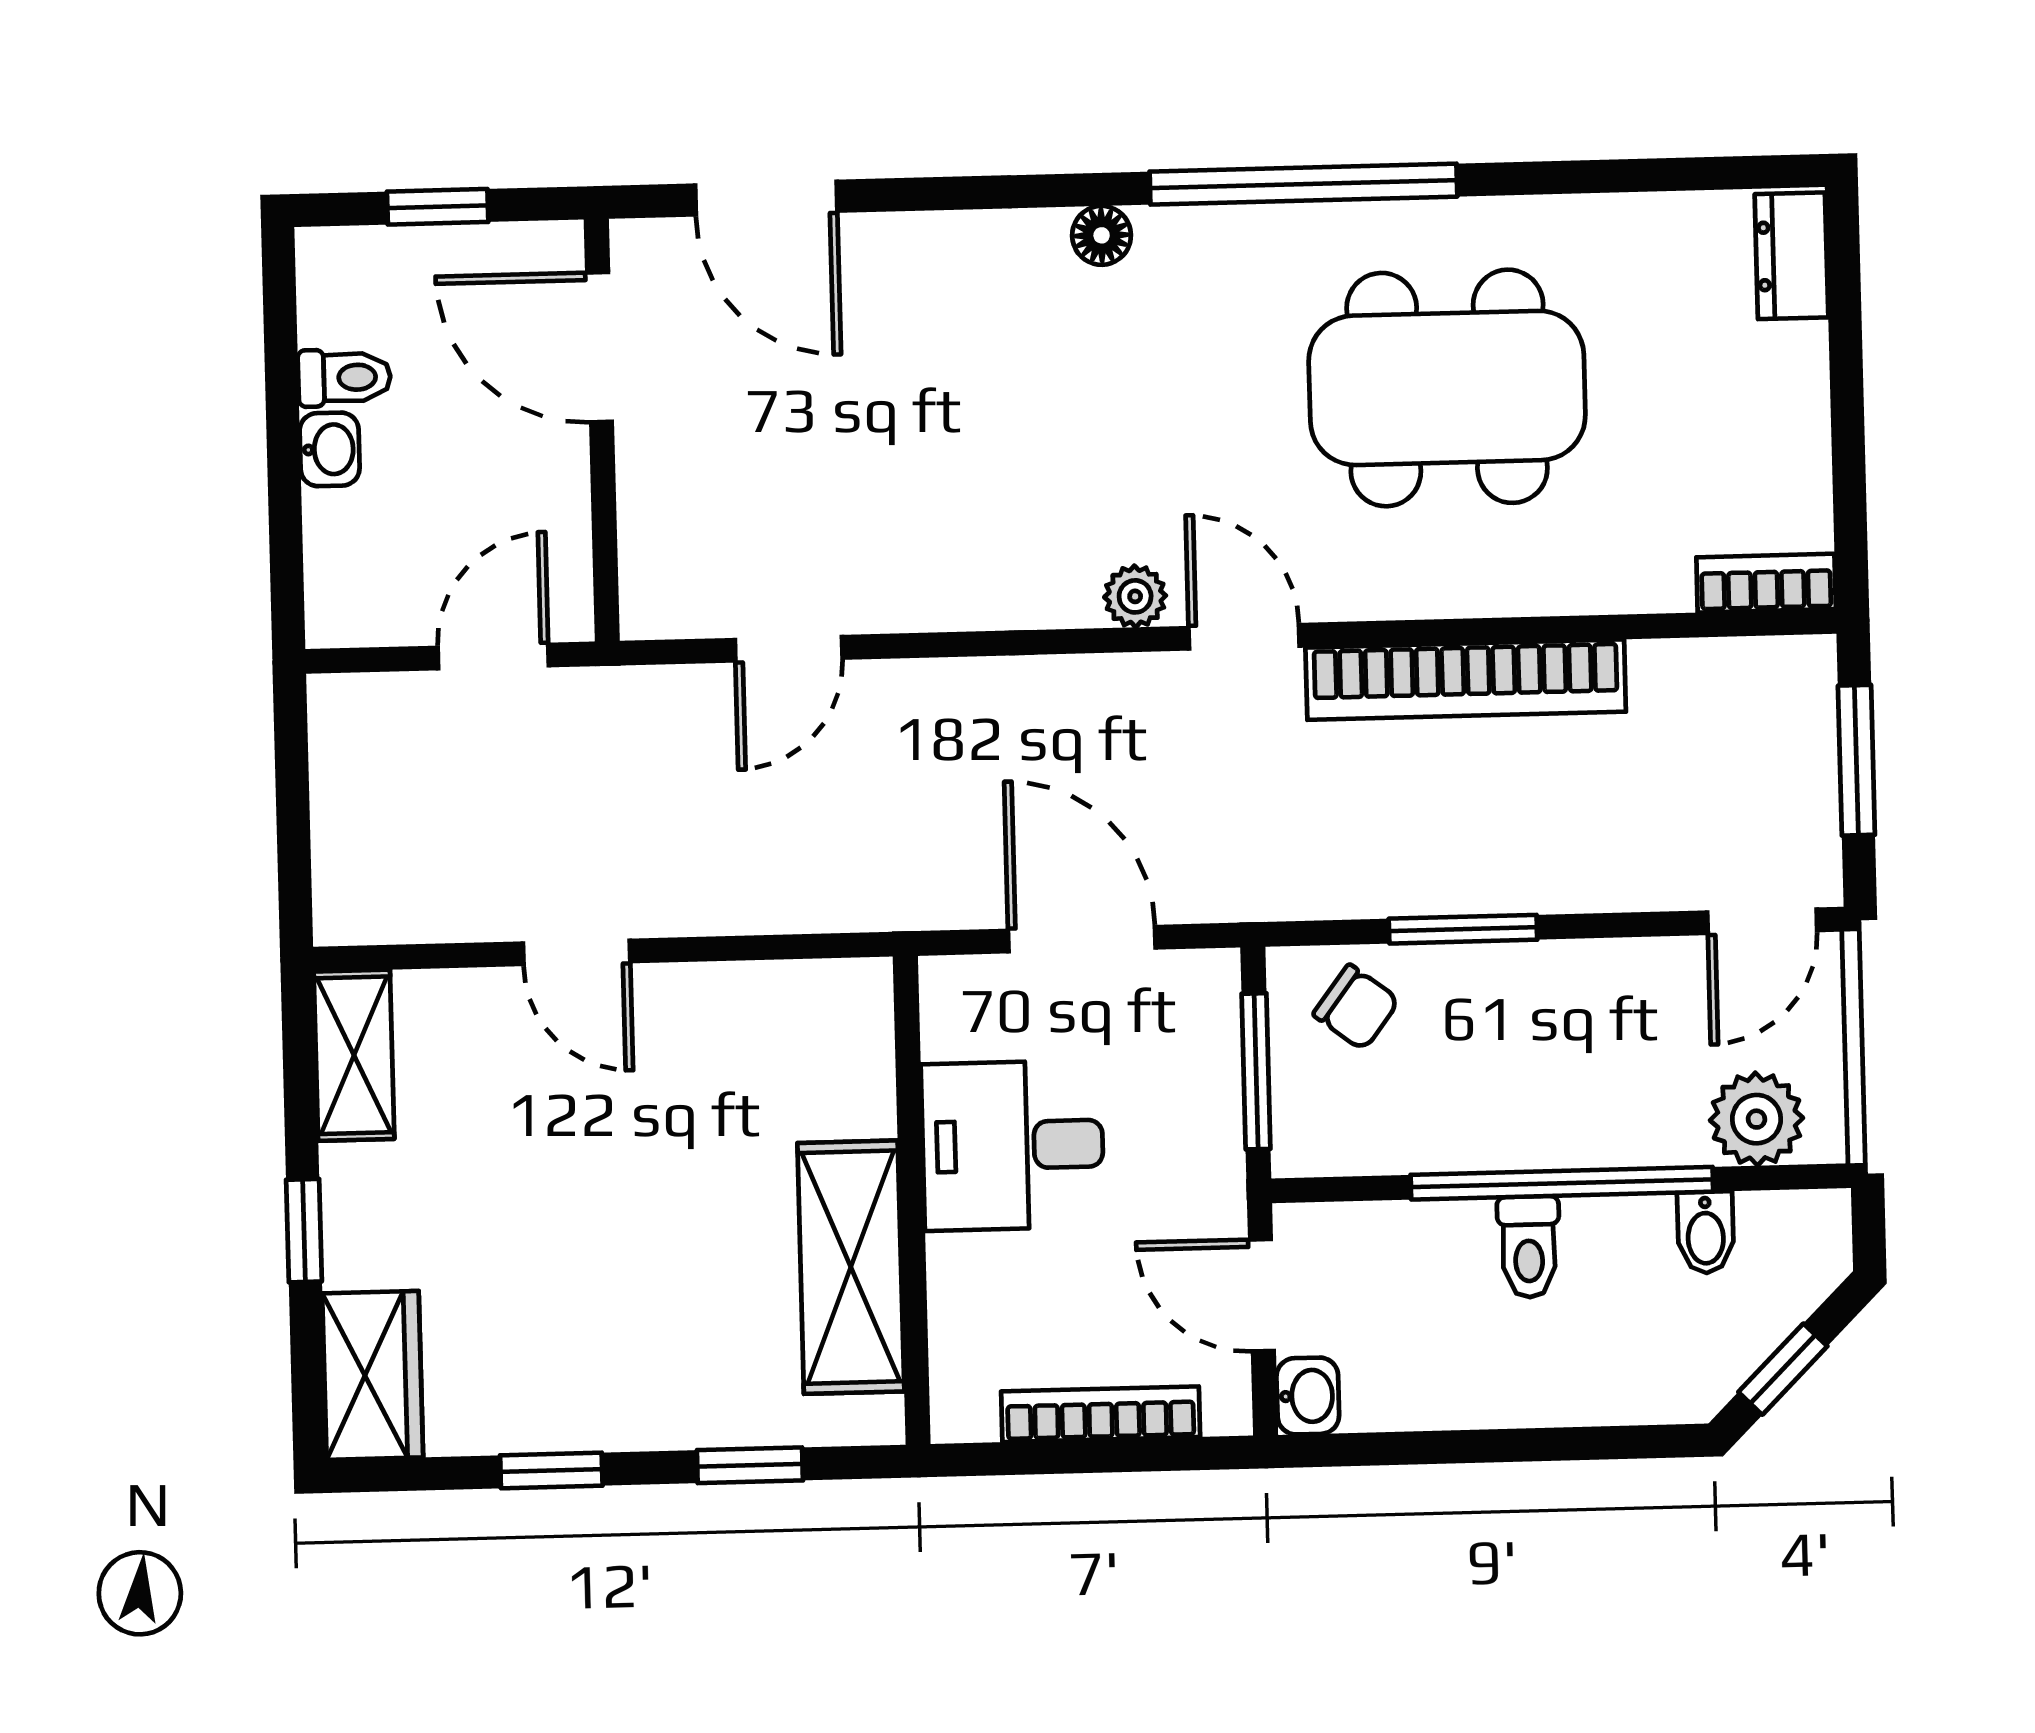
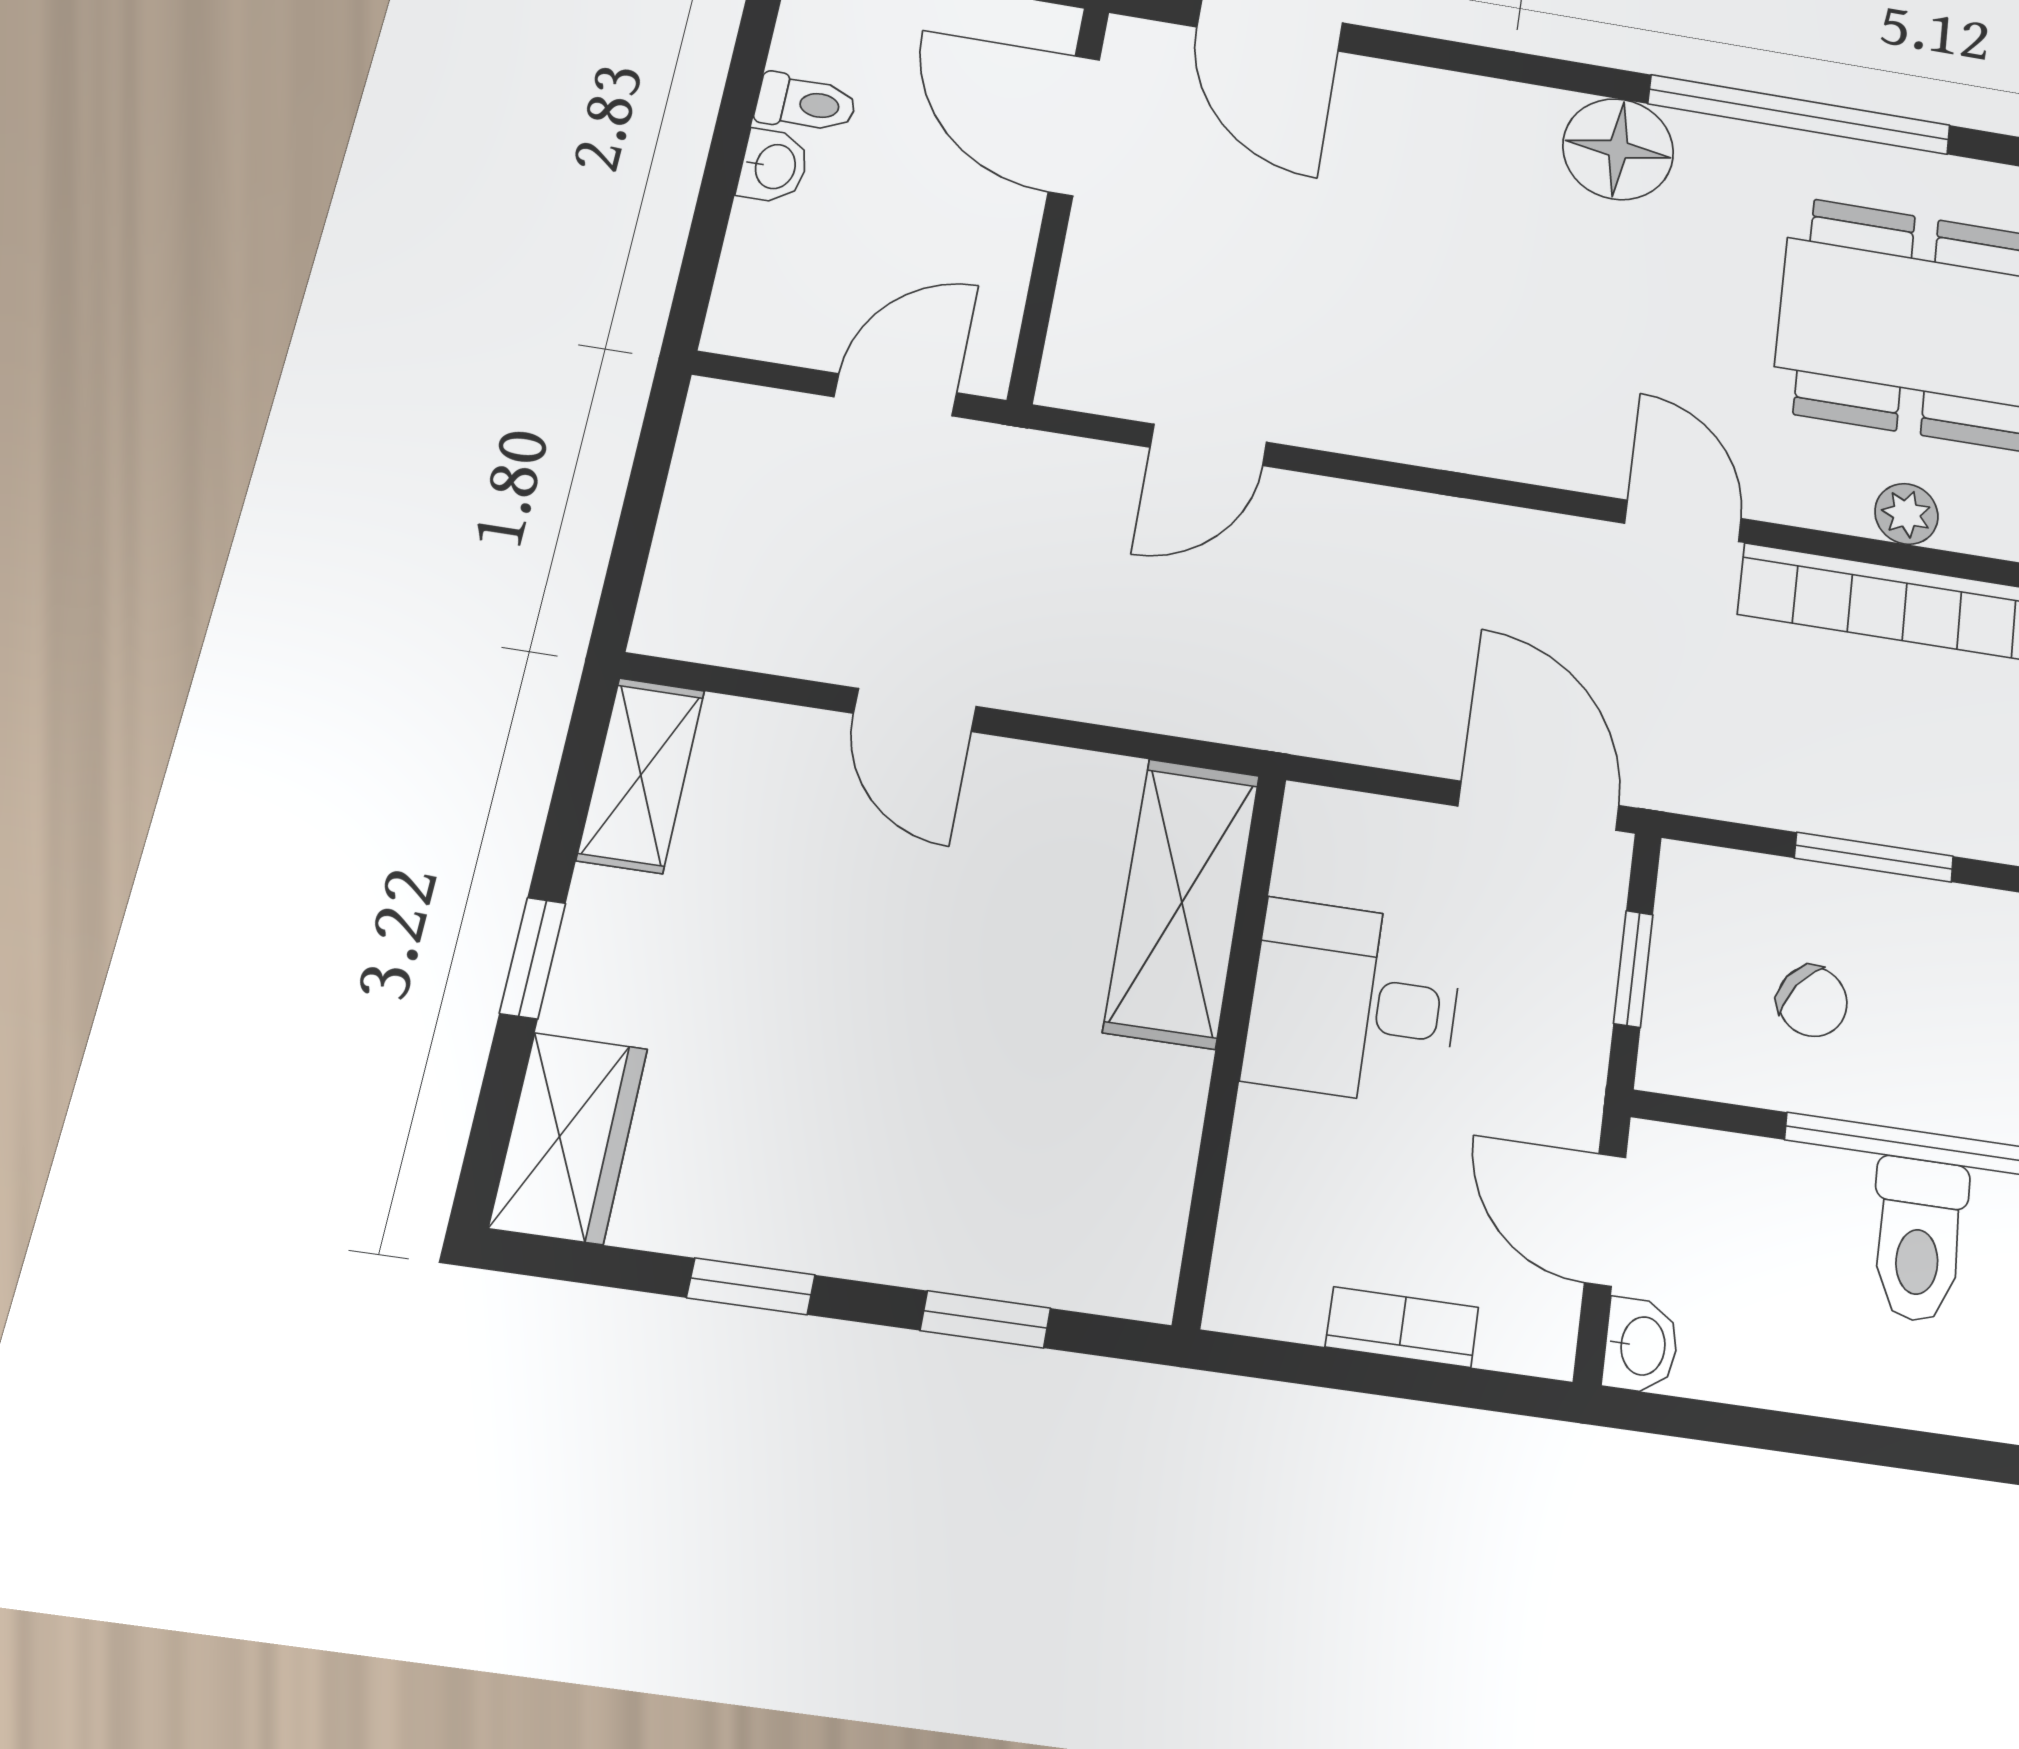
floor lamp: (1102, 235) -> (1618, 149), width x1.89, depth x1.89
plant: (1135, 596) -> (1906, 514), moved
door: (1082, 939) -> (1539, 806), moved
chair: (1356, 1007) -> (1812, 1001), moved
window: (1256, 1071) -> (1633, 969), width x0.67
toilet: (1529, 1247) -> (1918, 1240), width x1.37, depth x1.39
shelving: (851, 1267) -> (1182, 902), moved
bookcase: (1101, 1414) -> (1402, 1327), width x0.64

